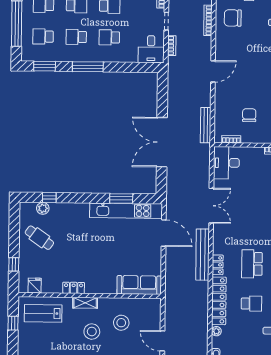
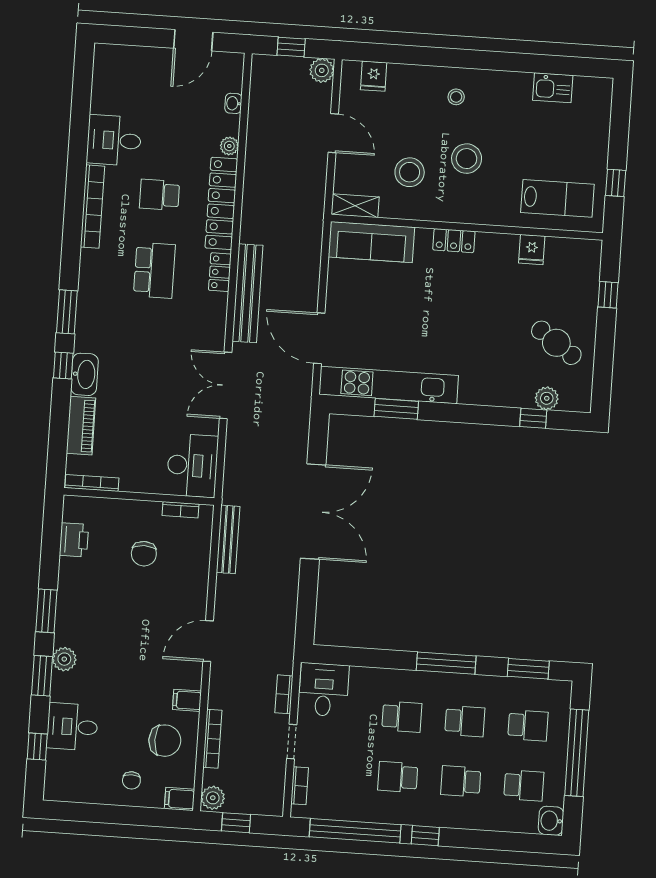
filing cabinet: (222, 40) -> (187, 700), added
fridge: (35, 286) -> (532, 250), moved
locker: (74, 288) -> (454, 241), moved
shelving: (85, 303) -> (355, 206), moved

